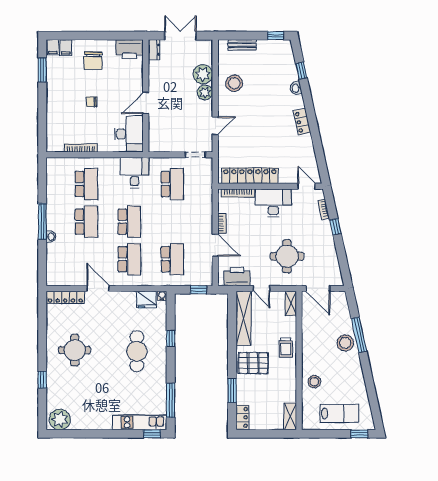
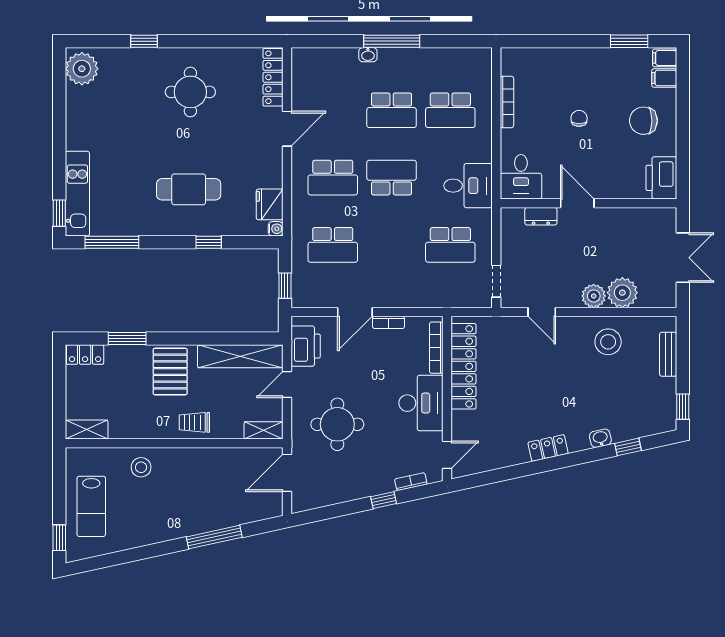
dresser: (154, 50) -> (541, 216), moved
desk: (129, 134) -> (521, 177), width x0.73
school desk: (129, 222) -> (392, 178), turned 180
stool: (345, 343) -> (202, 516), removed

